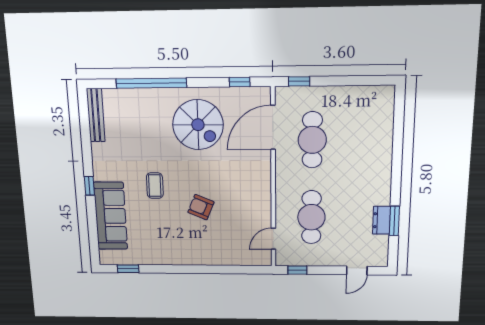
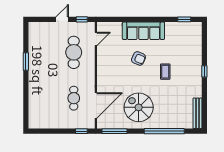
window: (240, 82) -> (114, 131), width x2.17
cafe table: (312, 140) -> (74, 98), width x0.73, depth x0.74
sofa: (111, 216) -> (143, 31), moved, turned -90
dresser: (382, 220) -> (33, 51), removed
window: (394, 221) -> (26, 61), moved
door: (357, 270) -> (62, 19), moved

